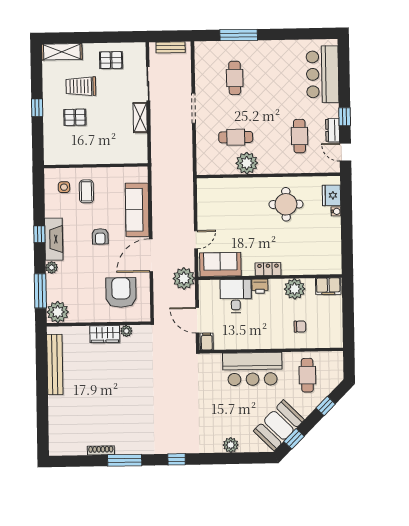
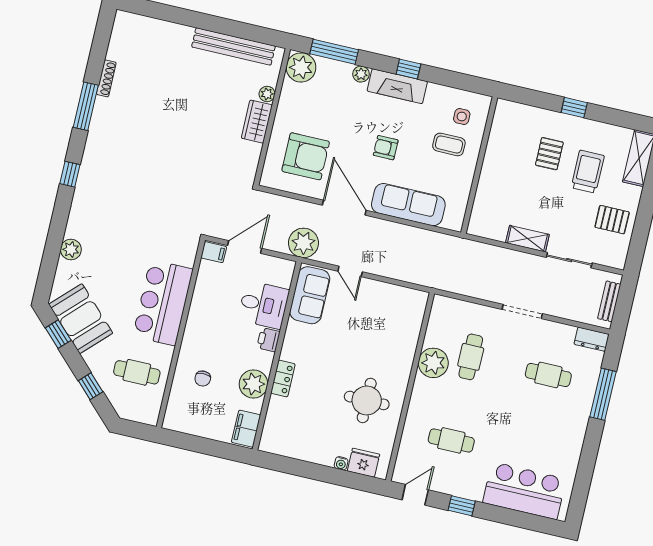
pallet: (111, 60) -> (612, 220), turned 90
dresser: (333, 130) -> (592, 339), moved, turned 180
locker: (268, 269) -> (283, 379), moved
plant: (126, 331) -> (267, 94), moved

